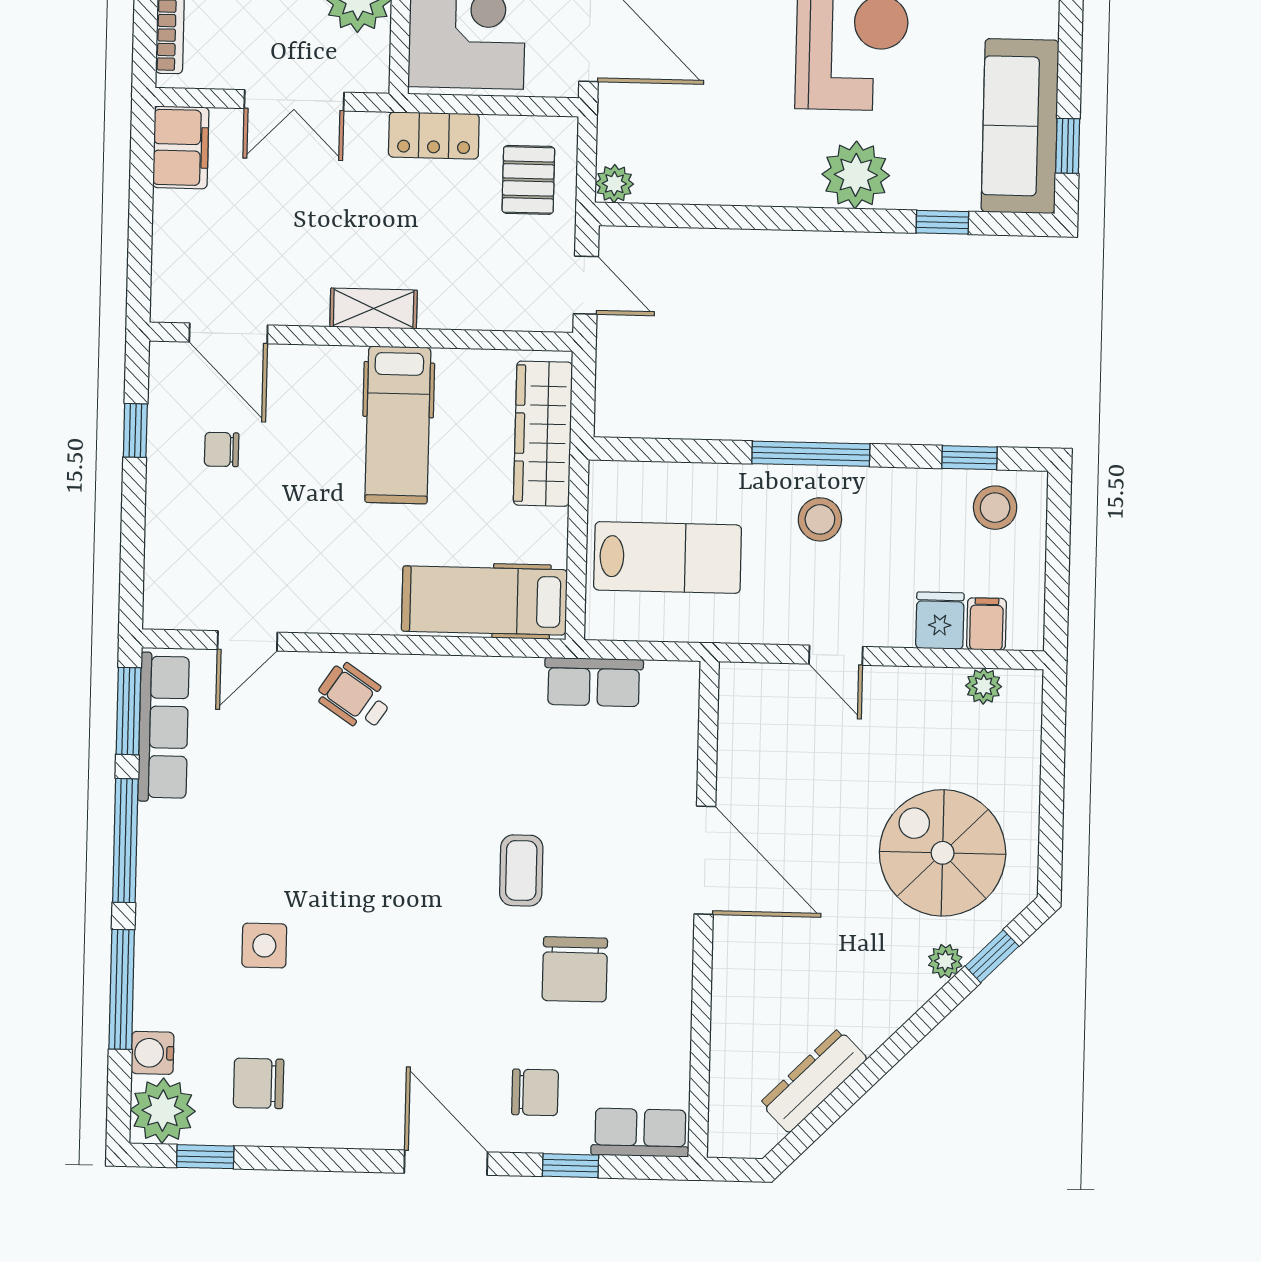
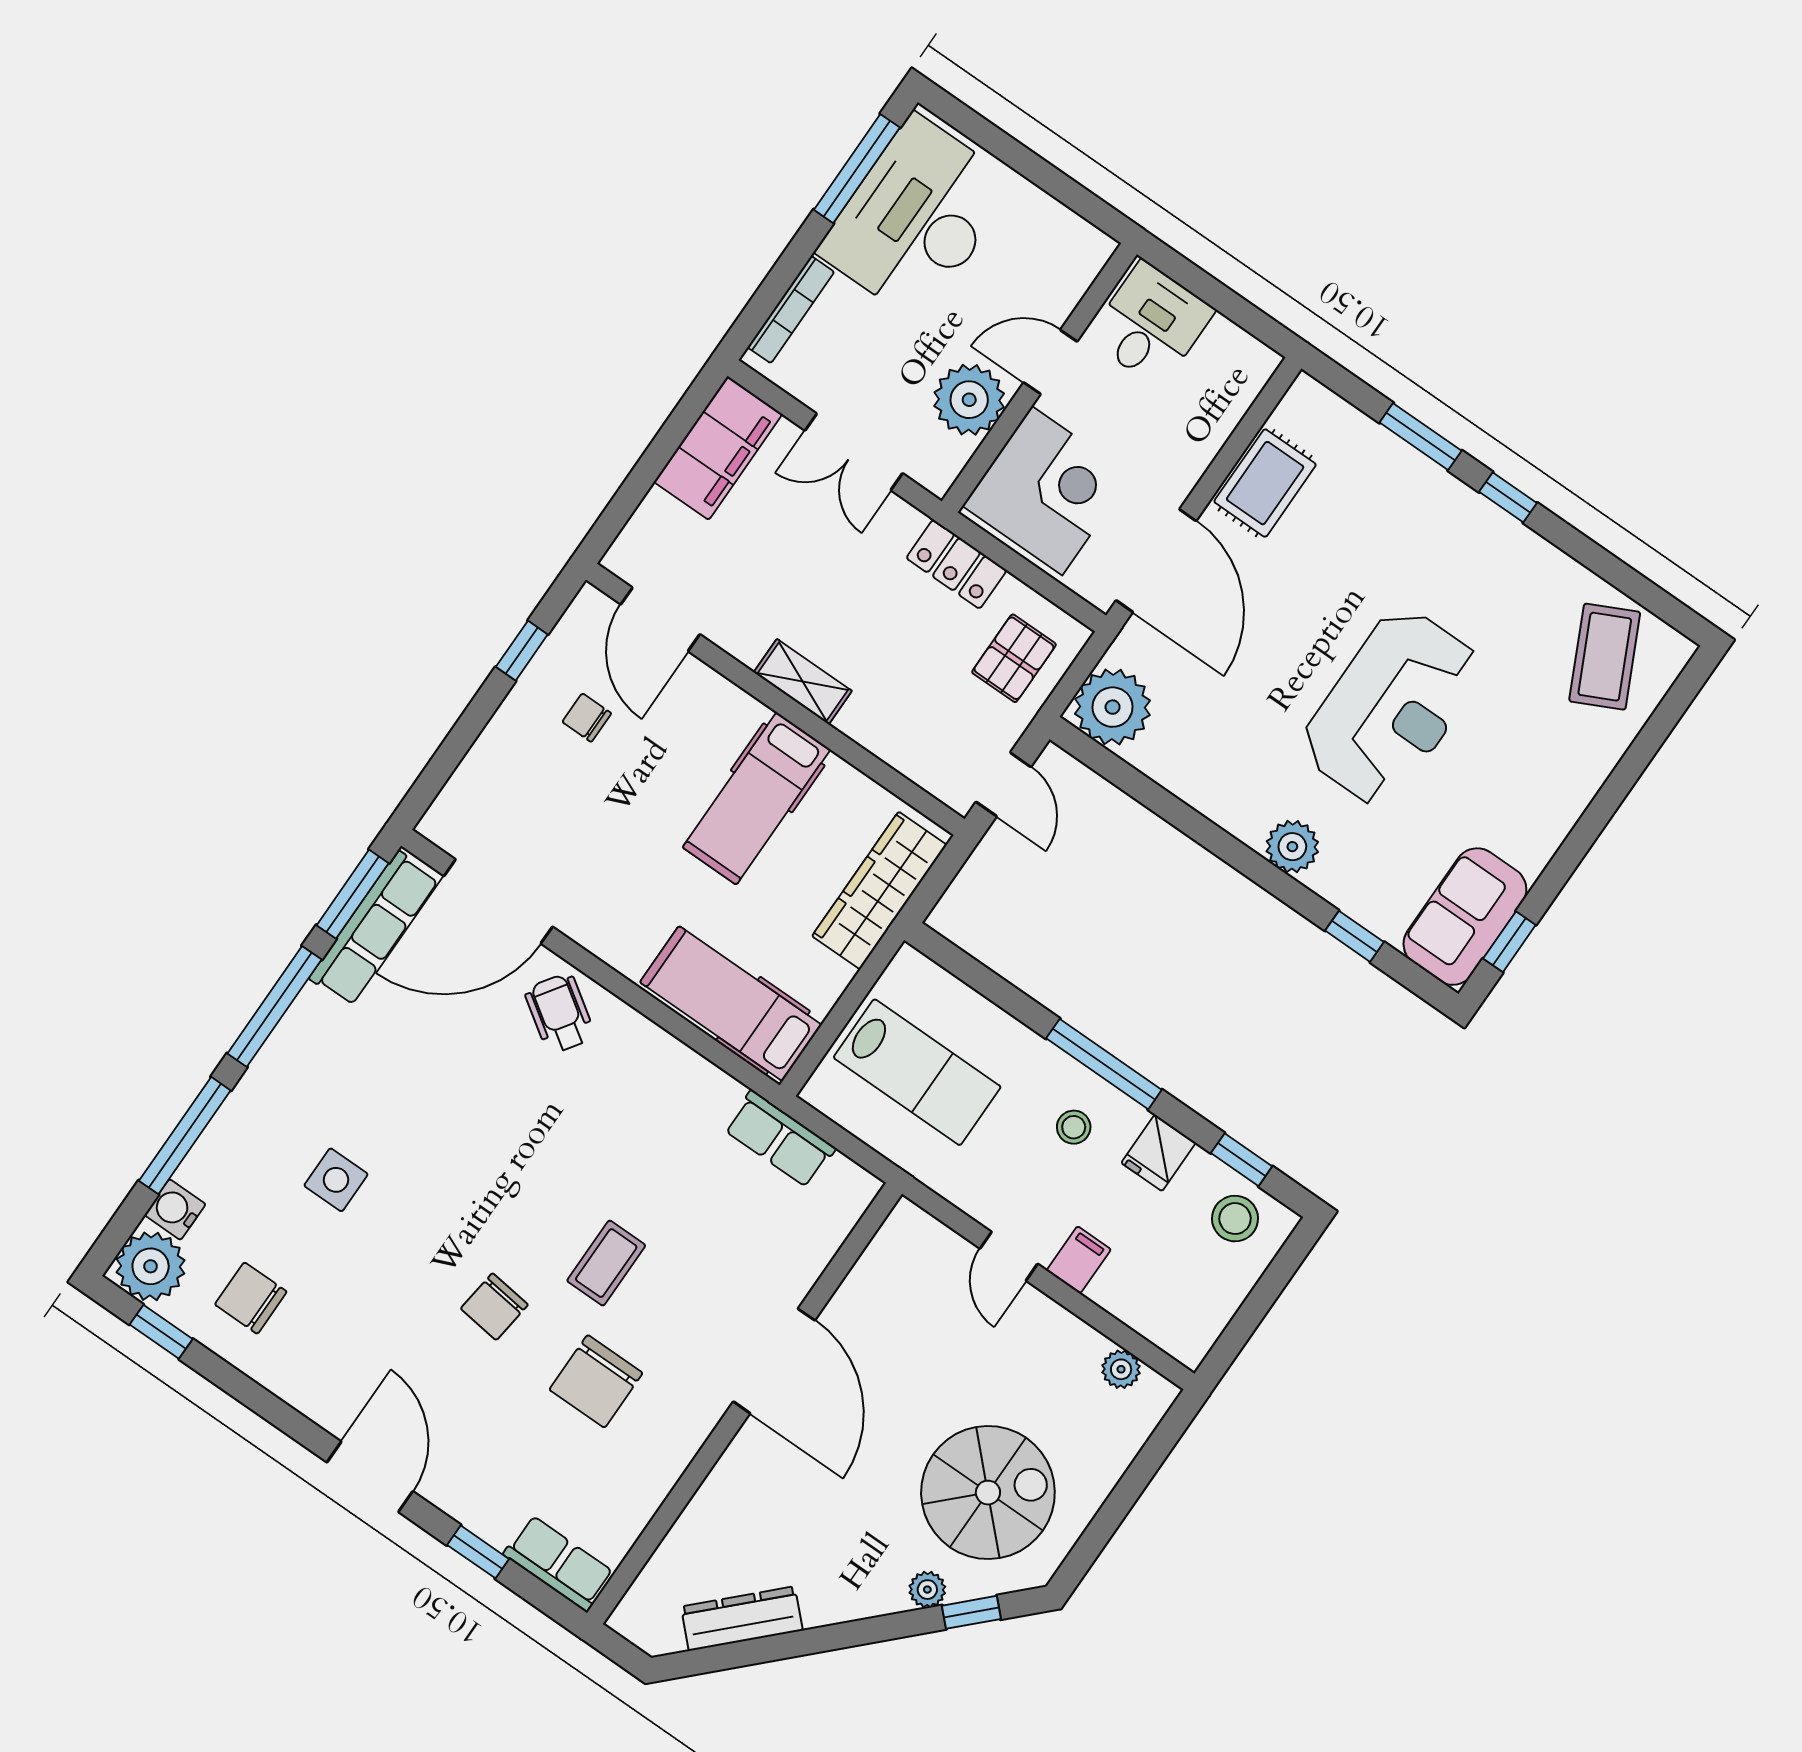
sofa: (1020, 126) -> (1465, 917), width x0.73
filing cabinet: (181, 147) -> (718, 448), width x1.50, depth x1.17
plant: (856, 175) -> (1292, 847), width x0.73, depth x0.73
plant: (614, 184) -> (1113, 707), width x1.87, depth x1.87
stool: (820, 519) -> (1074, 1127), width x0.73, depth x0.73
fridge: (940, 621) -> (1159, 1153), moved, turned 180
filing cabinet: (986, 624) -> (1079, 1260), moved
door: (247, 641) -> (498, 901), width x1.88
spiral stairs: (943, 853) -> (988, 1493), turned 90
chair: (535, 1092) -> (494, 1307), moved, turned 97

